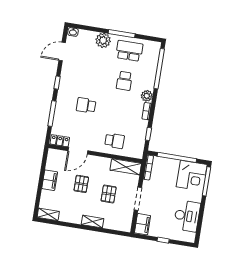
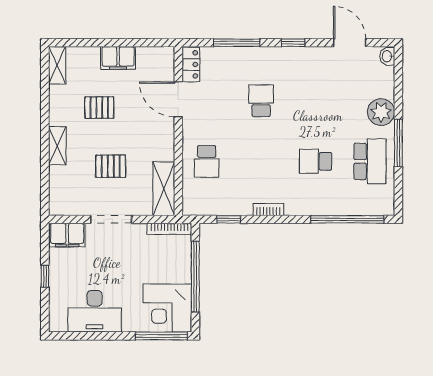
plant: (147, 96) -> (295, 205), removed
pallet: (81, 184) -> (99, 108), moved

